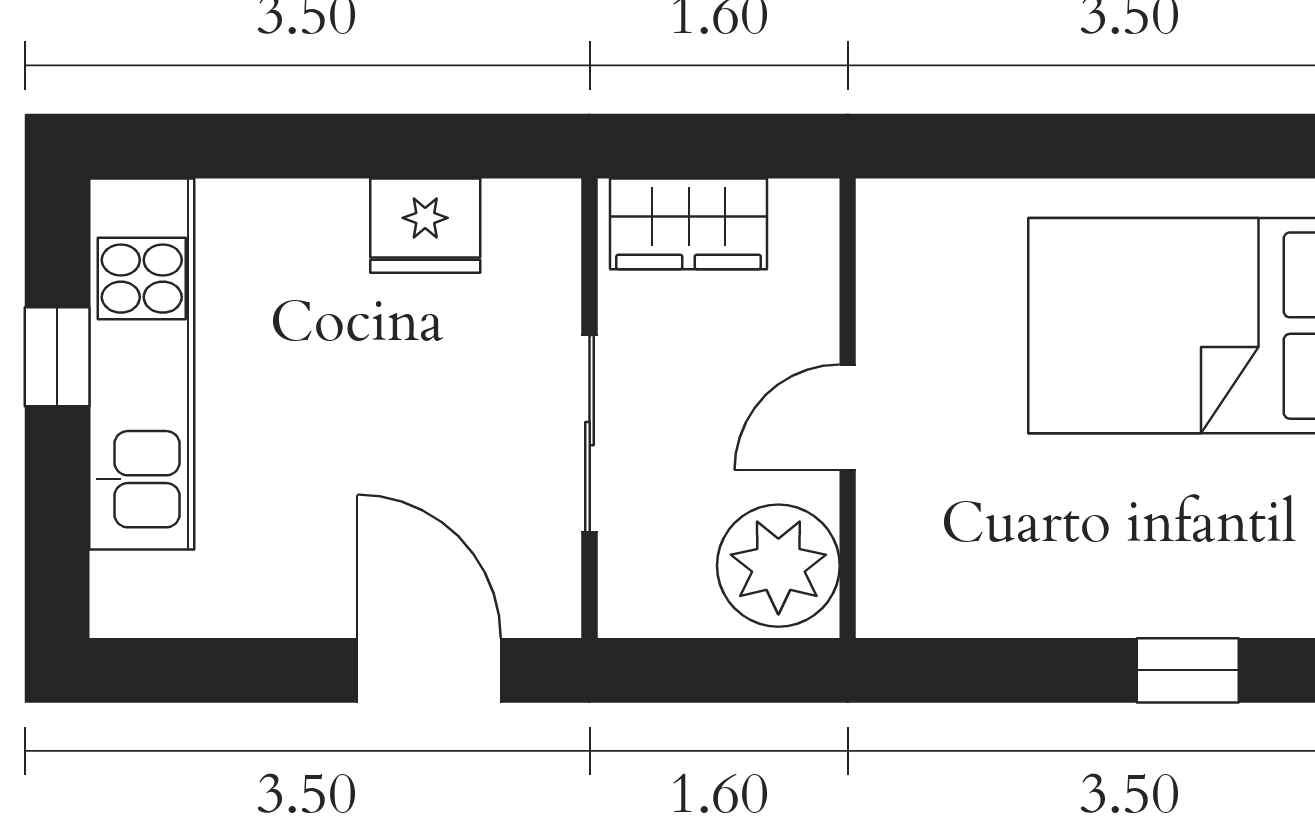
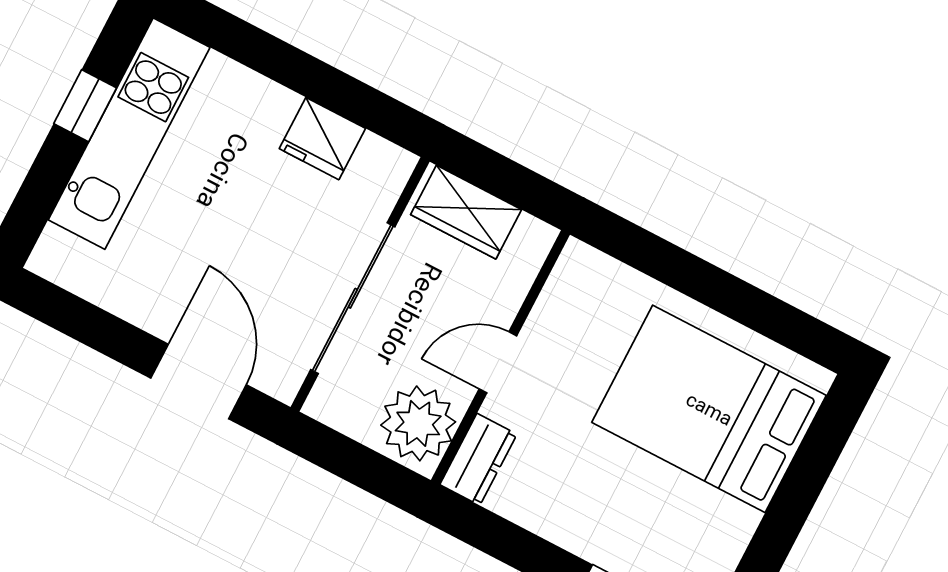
sliding door: (590, 434) -> (353, 298), width x1.37
dresser: (893, 572) -> (478, 459), added

